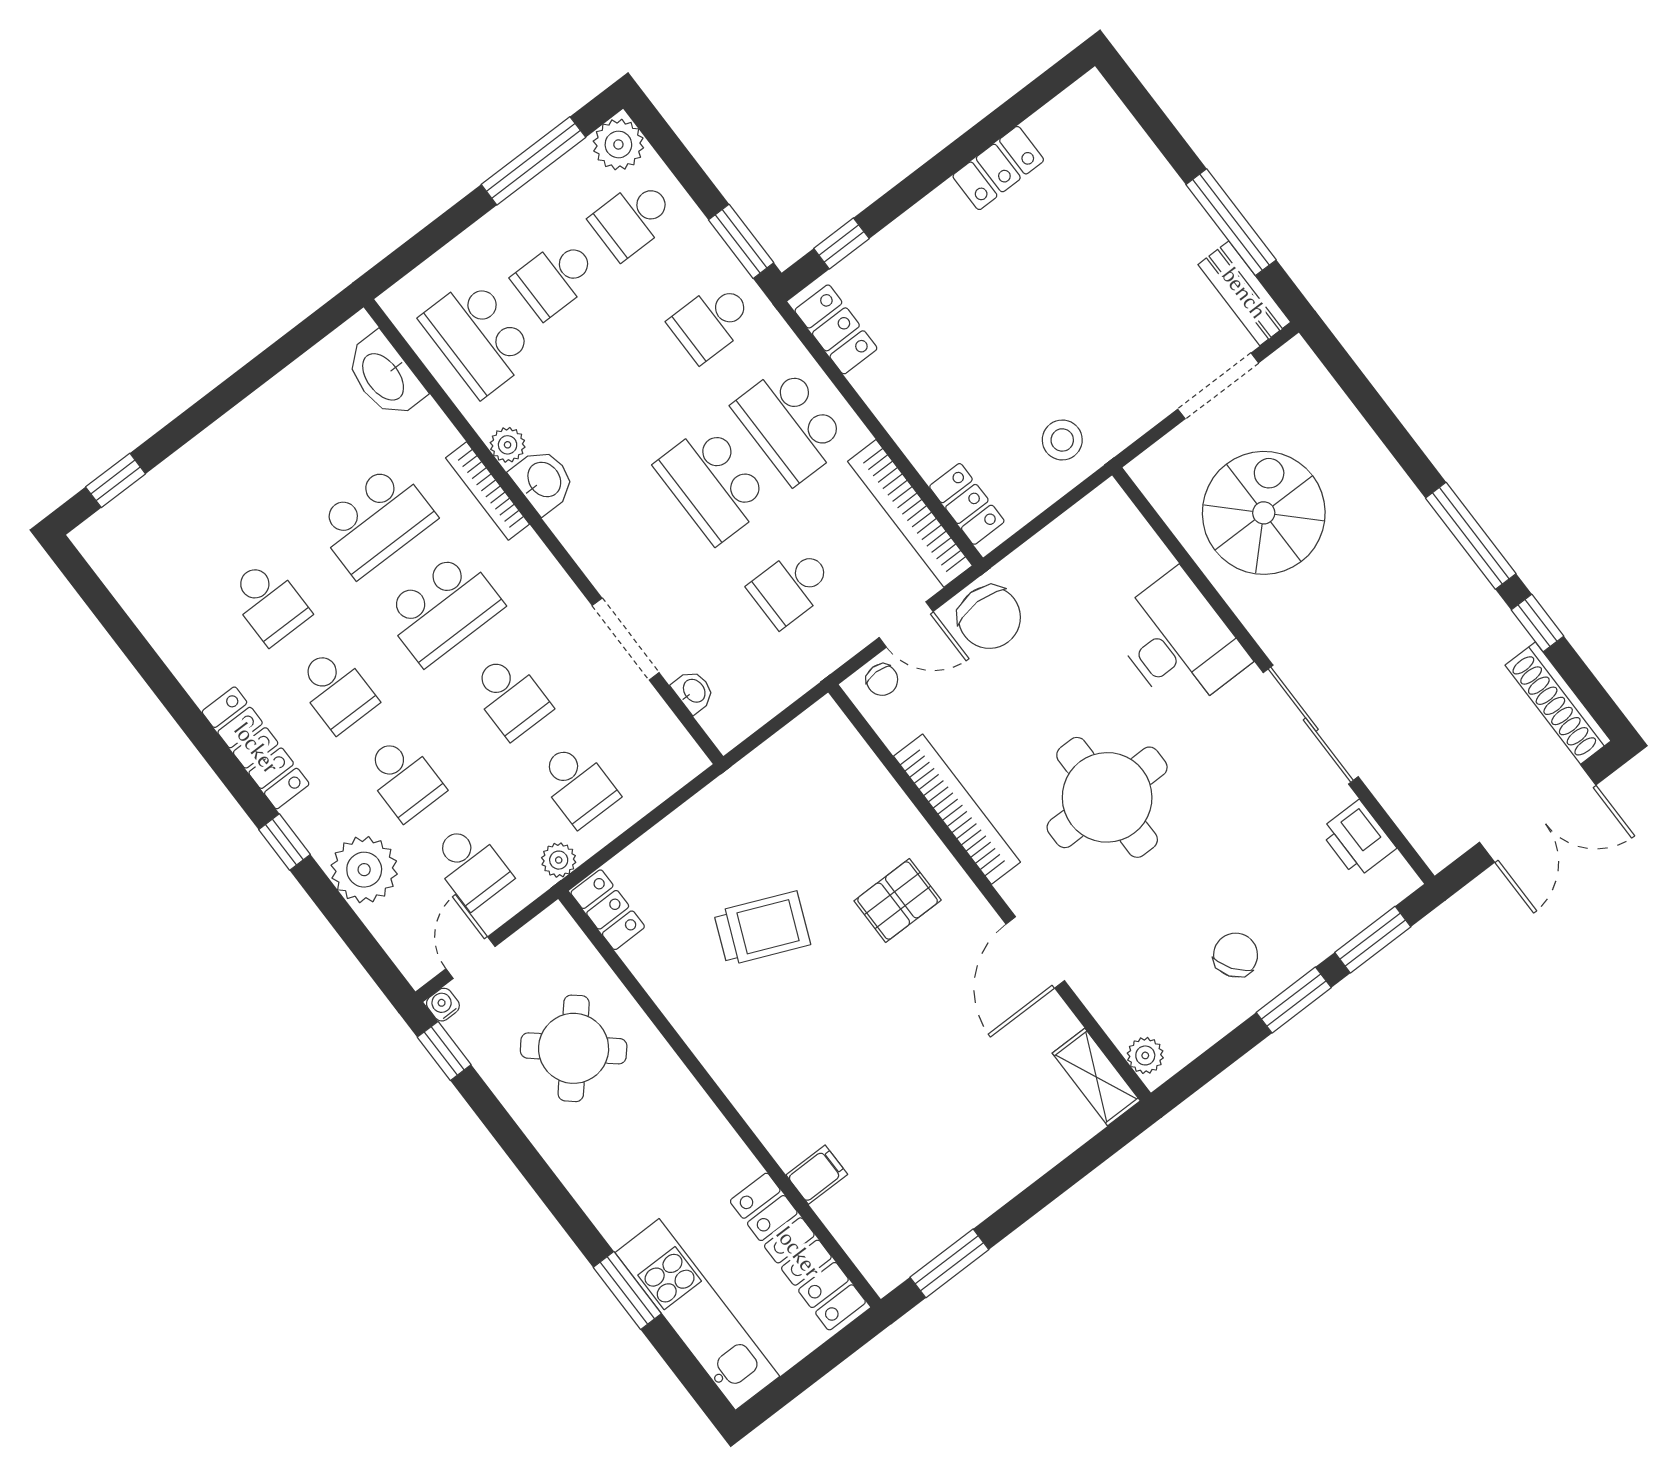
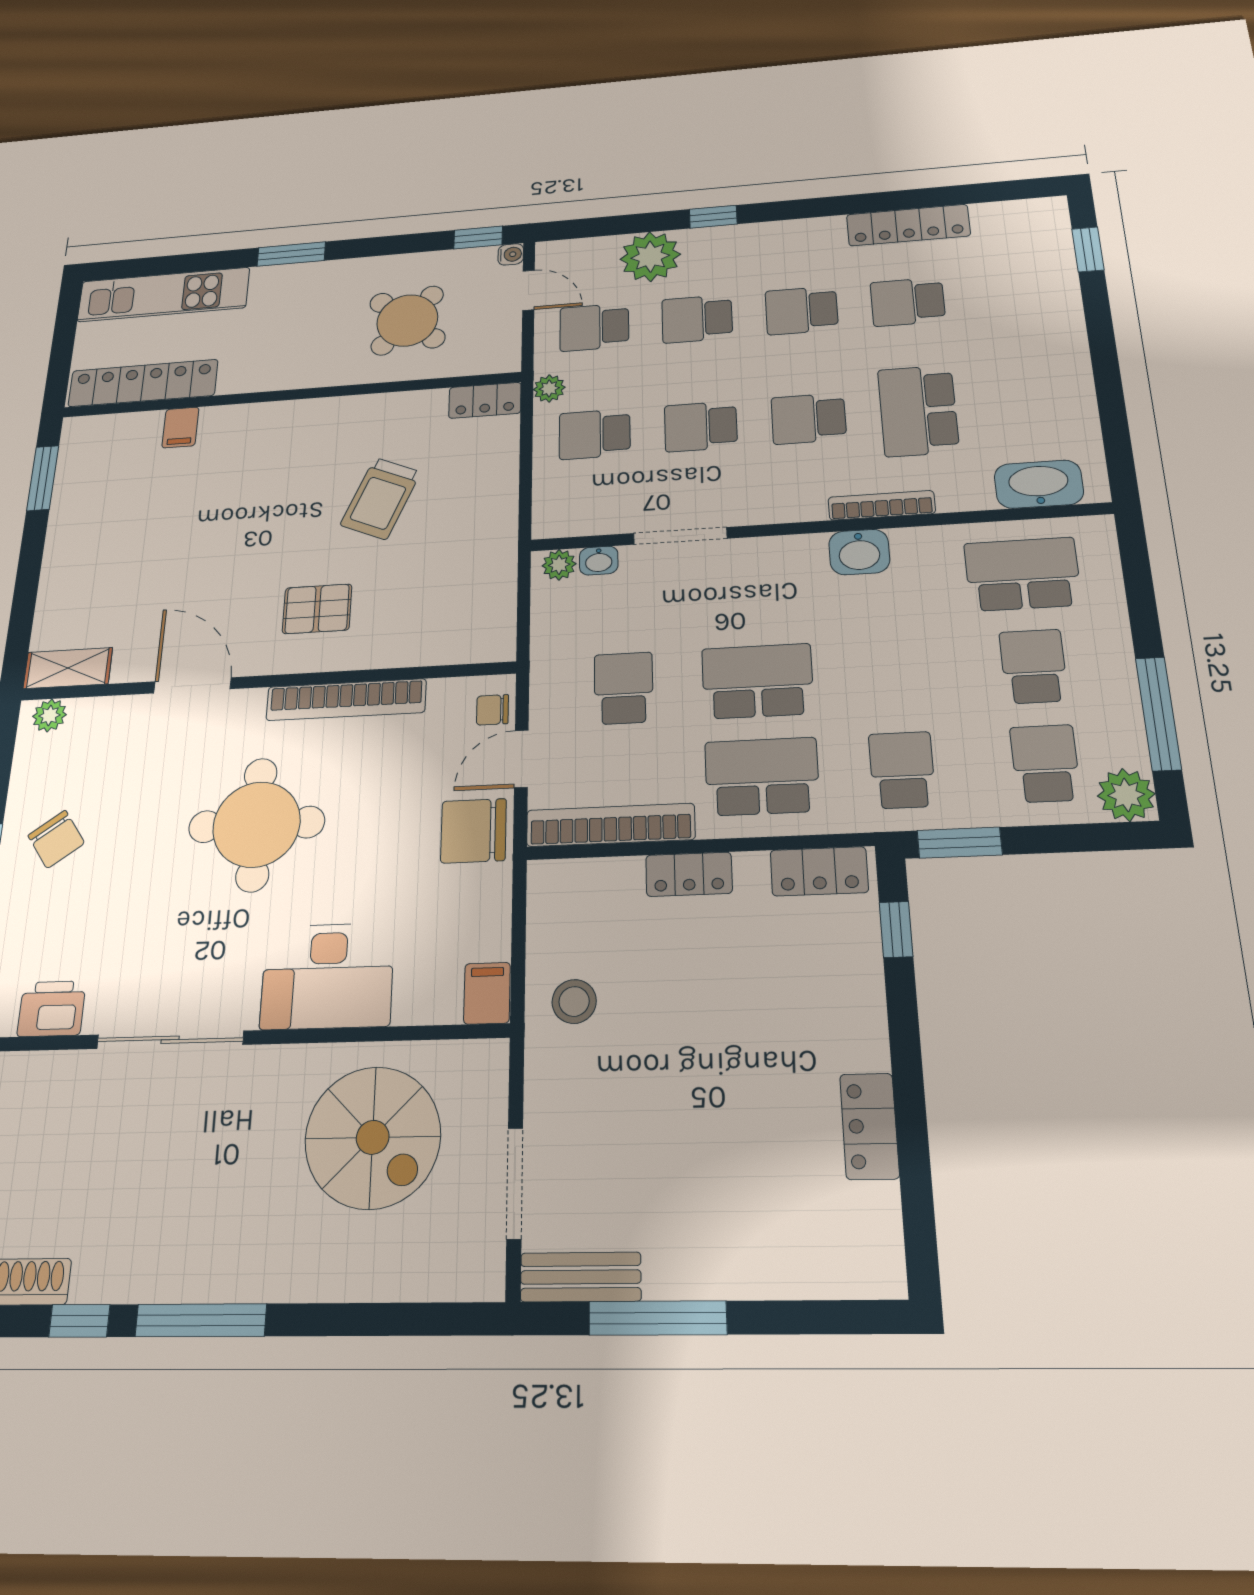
plant: (508, 445) -> (559, 565), moved
locker: (967, 504) -> (689, 874), moved
filing cabinet: (1103, 510) -> (487, 993), added
school desk: (443, 609) -> (809, 419), width x0.54
locker: (256, 748) -> (908, 225), moved
pallet: (898, 900) -> (317, 609), turned 90
window: (627, 1290) -> (291, 254), moved

